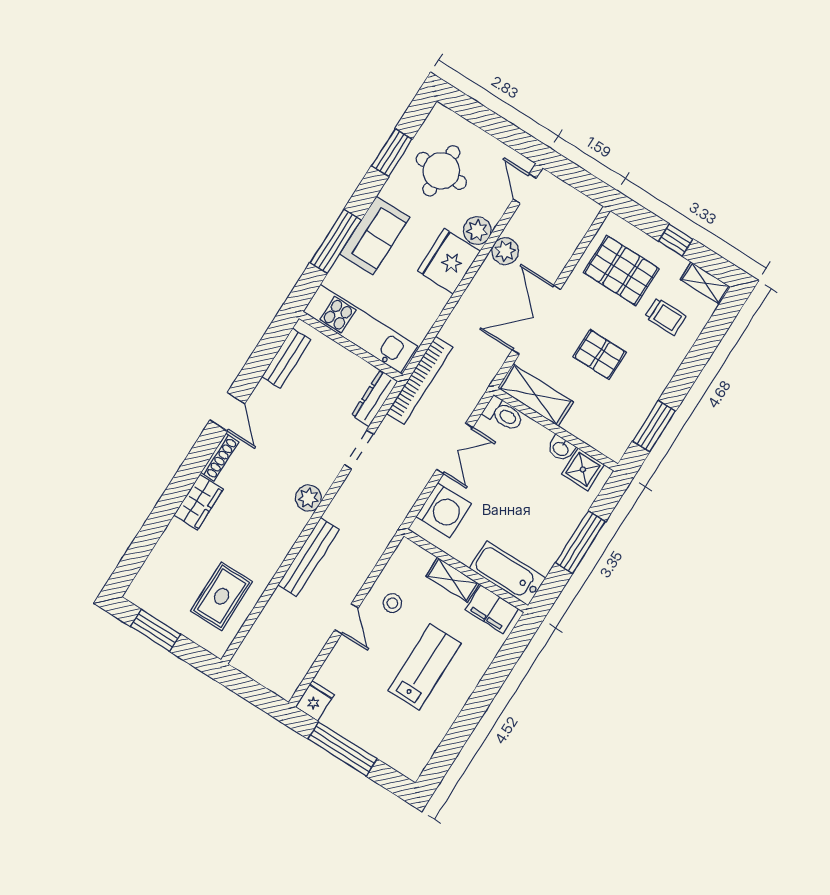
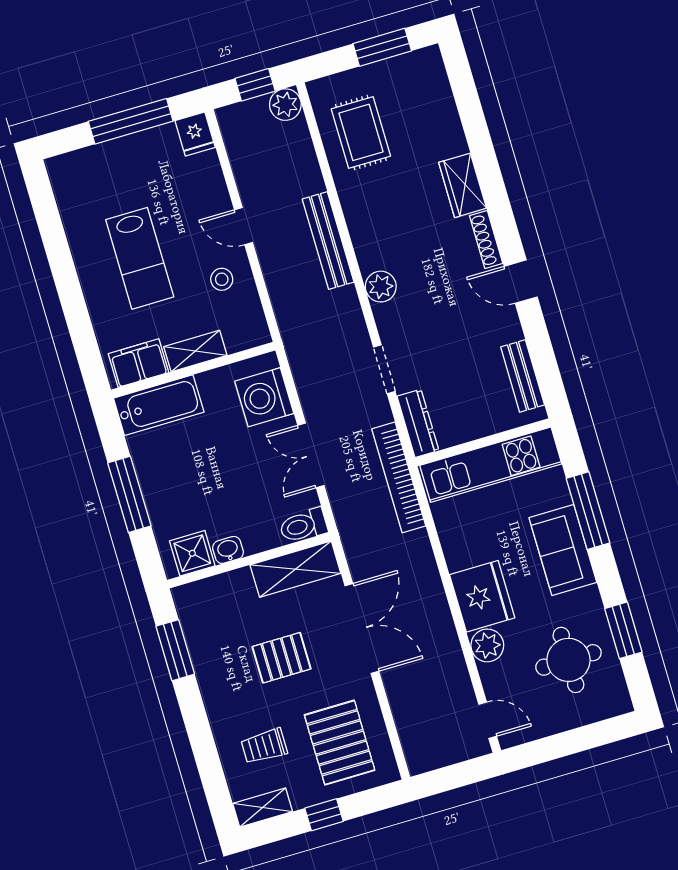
plant: (505, 251) -> (285, 105), moved
pallet: (621, 270) -> (340, 743), turned 90
window: (250, 690) -> (255, 85), added

